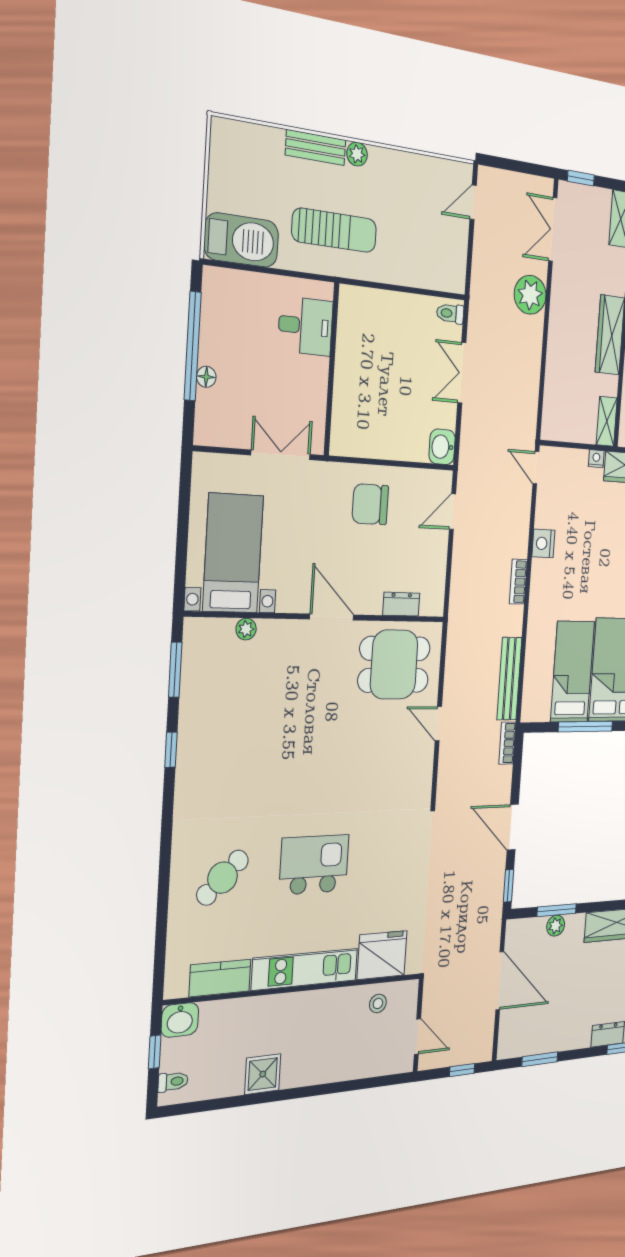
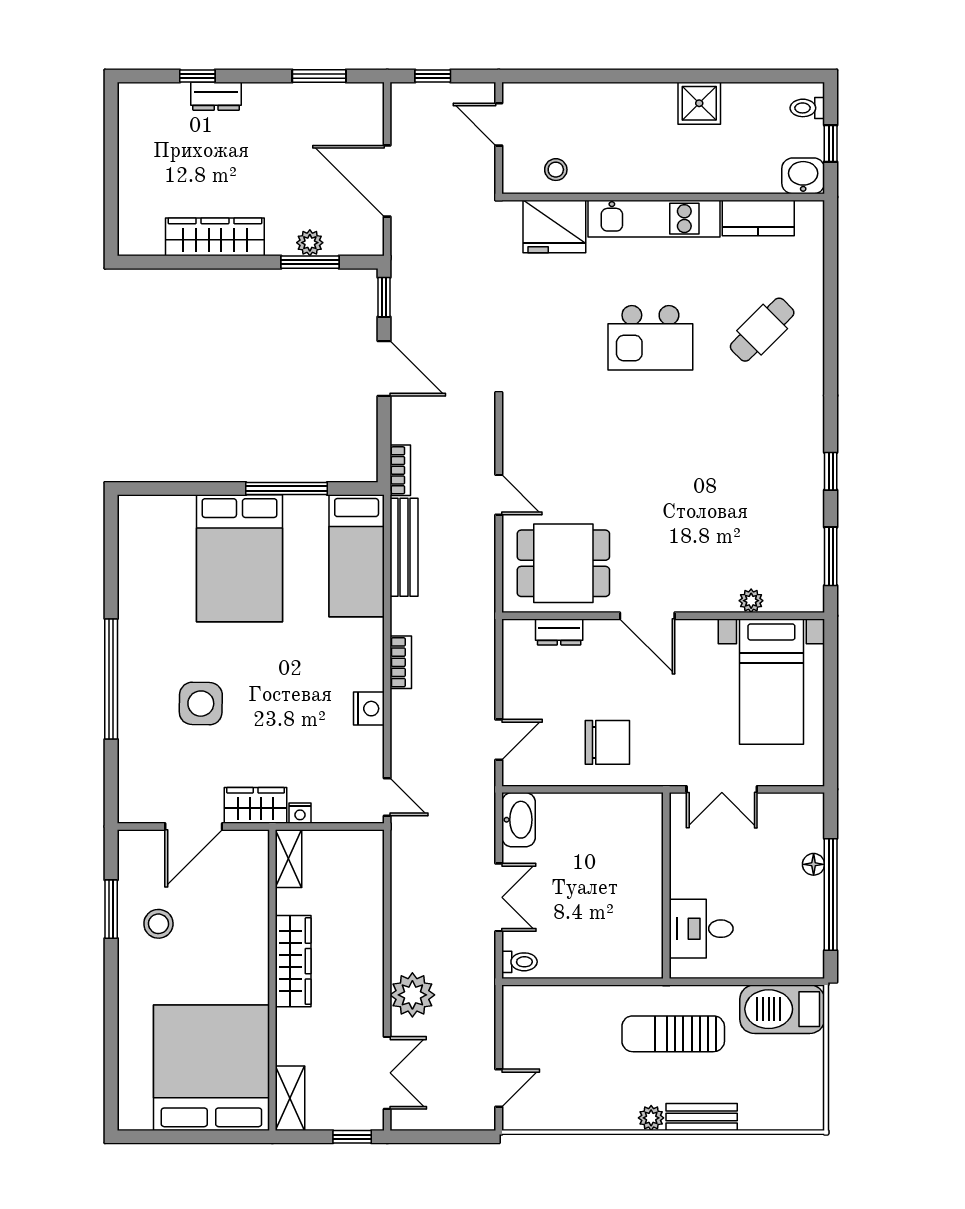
washbasin: (442, 447) -> (519, 820), width x1.38
bed: (572, 672) -> (357, 556), moved

